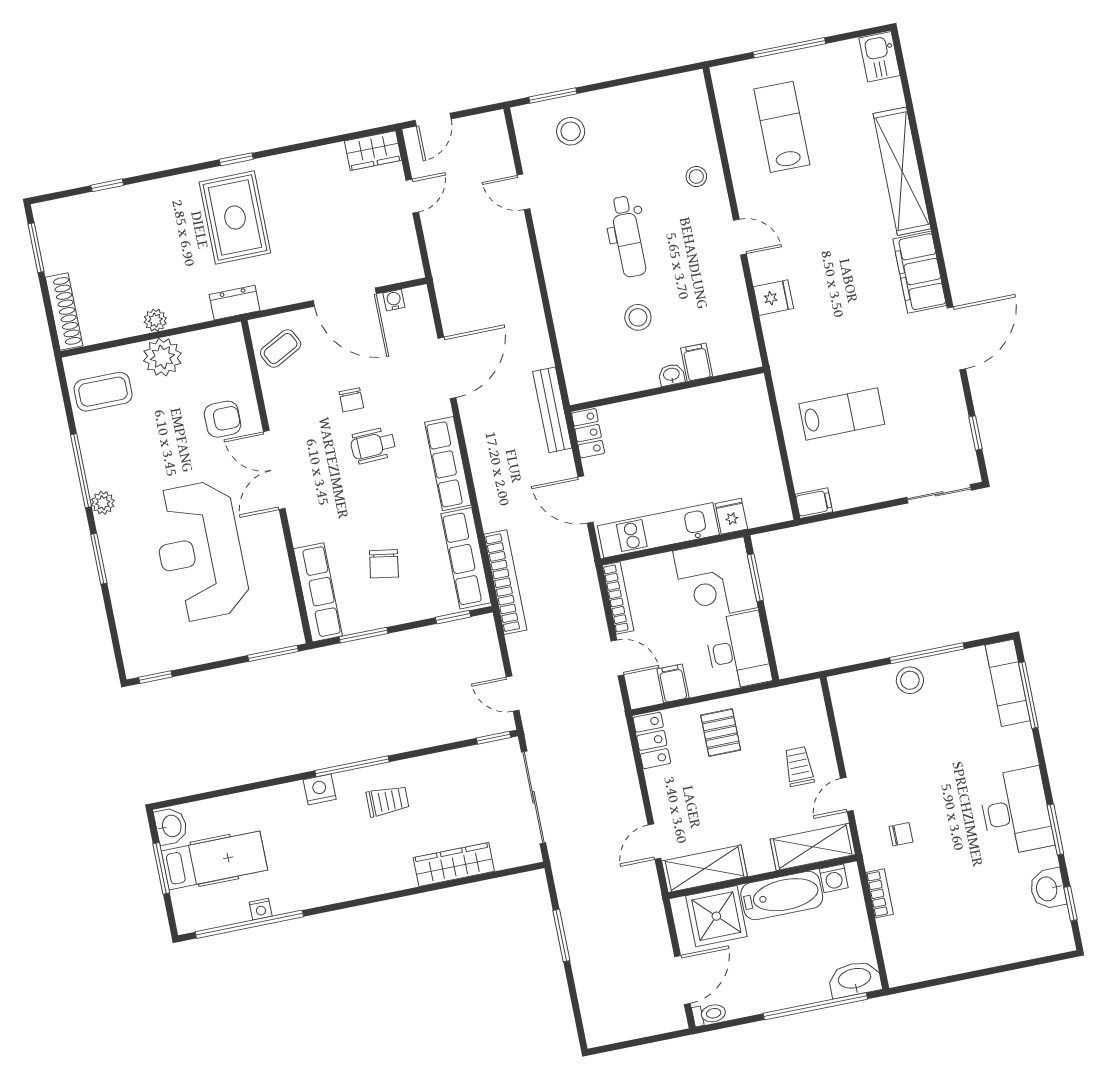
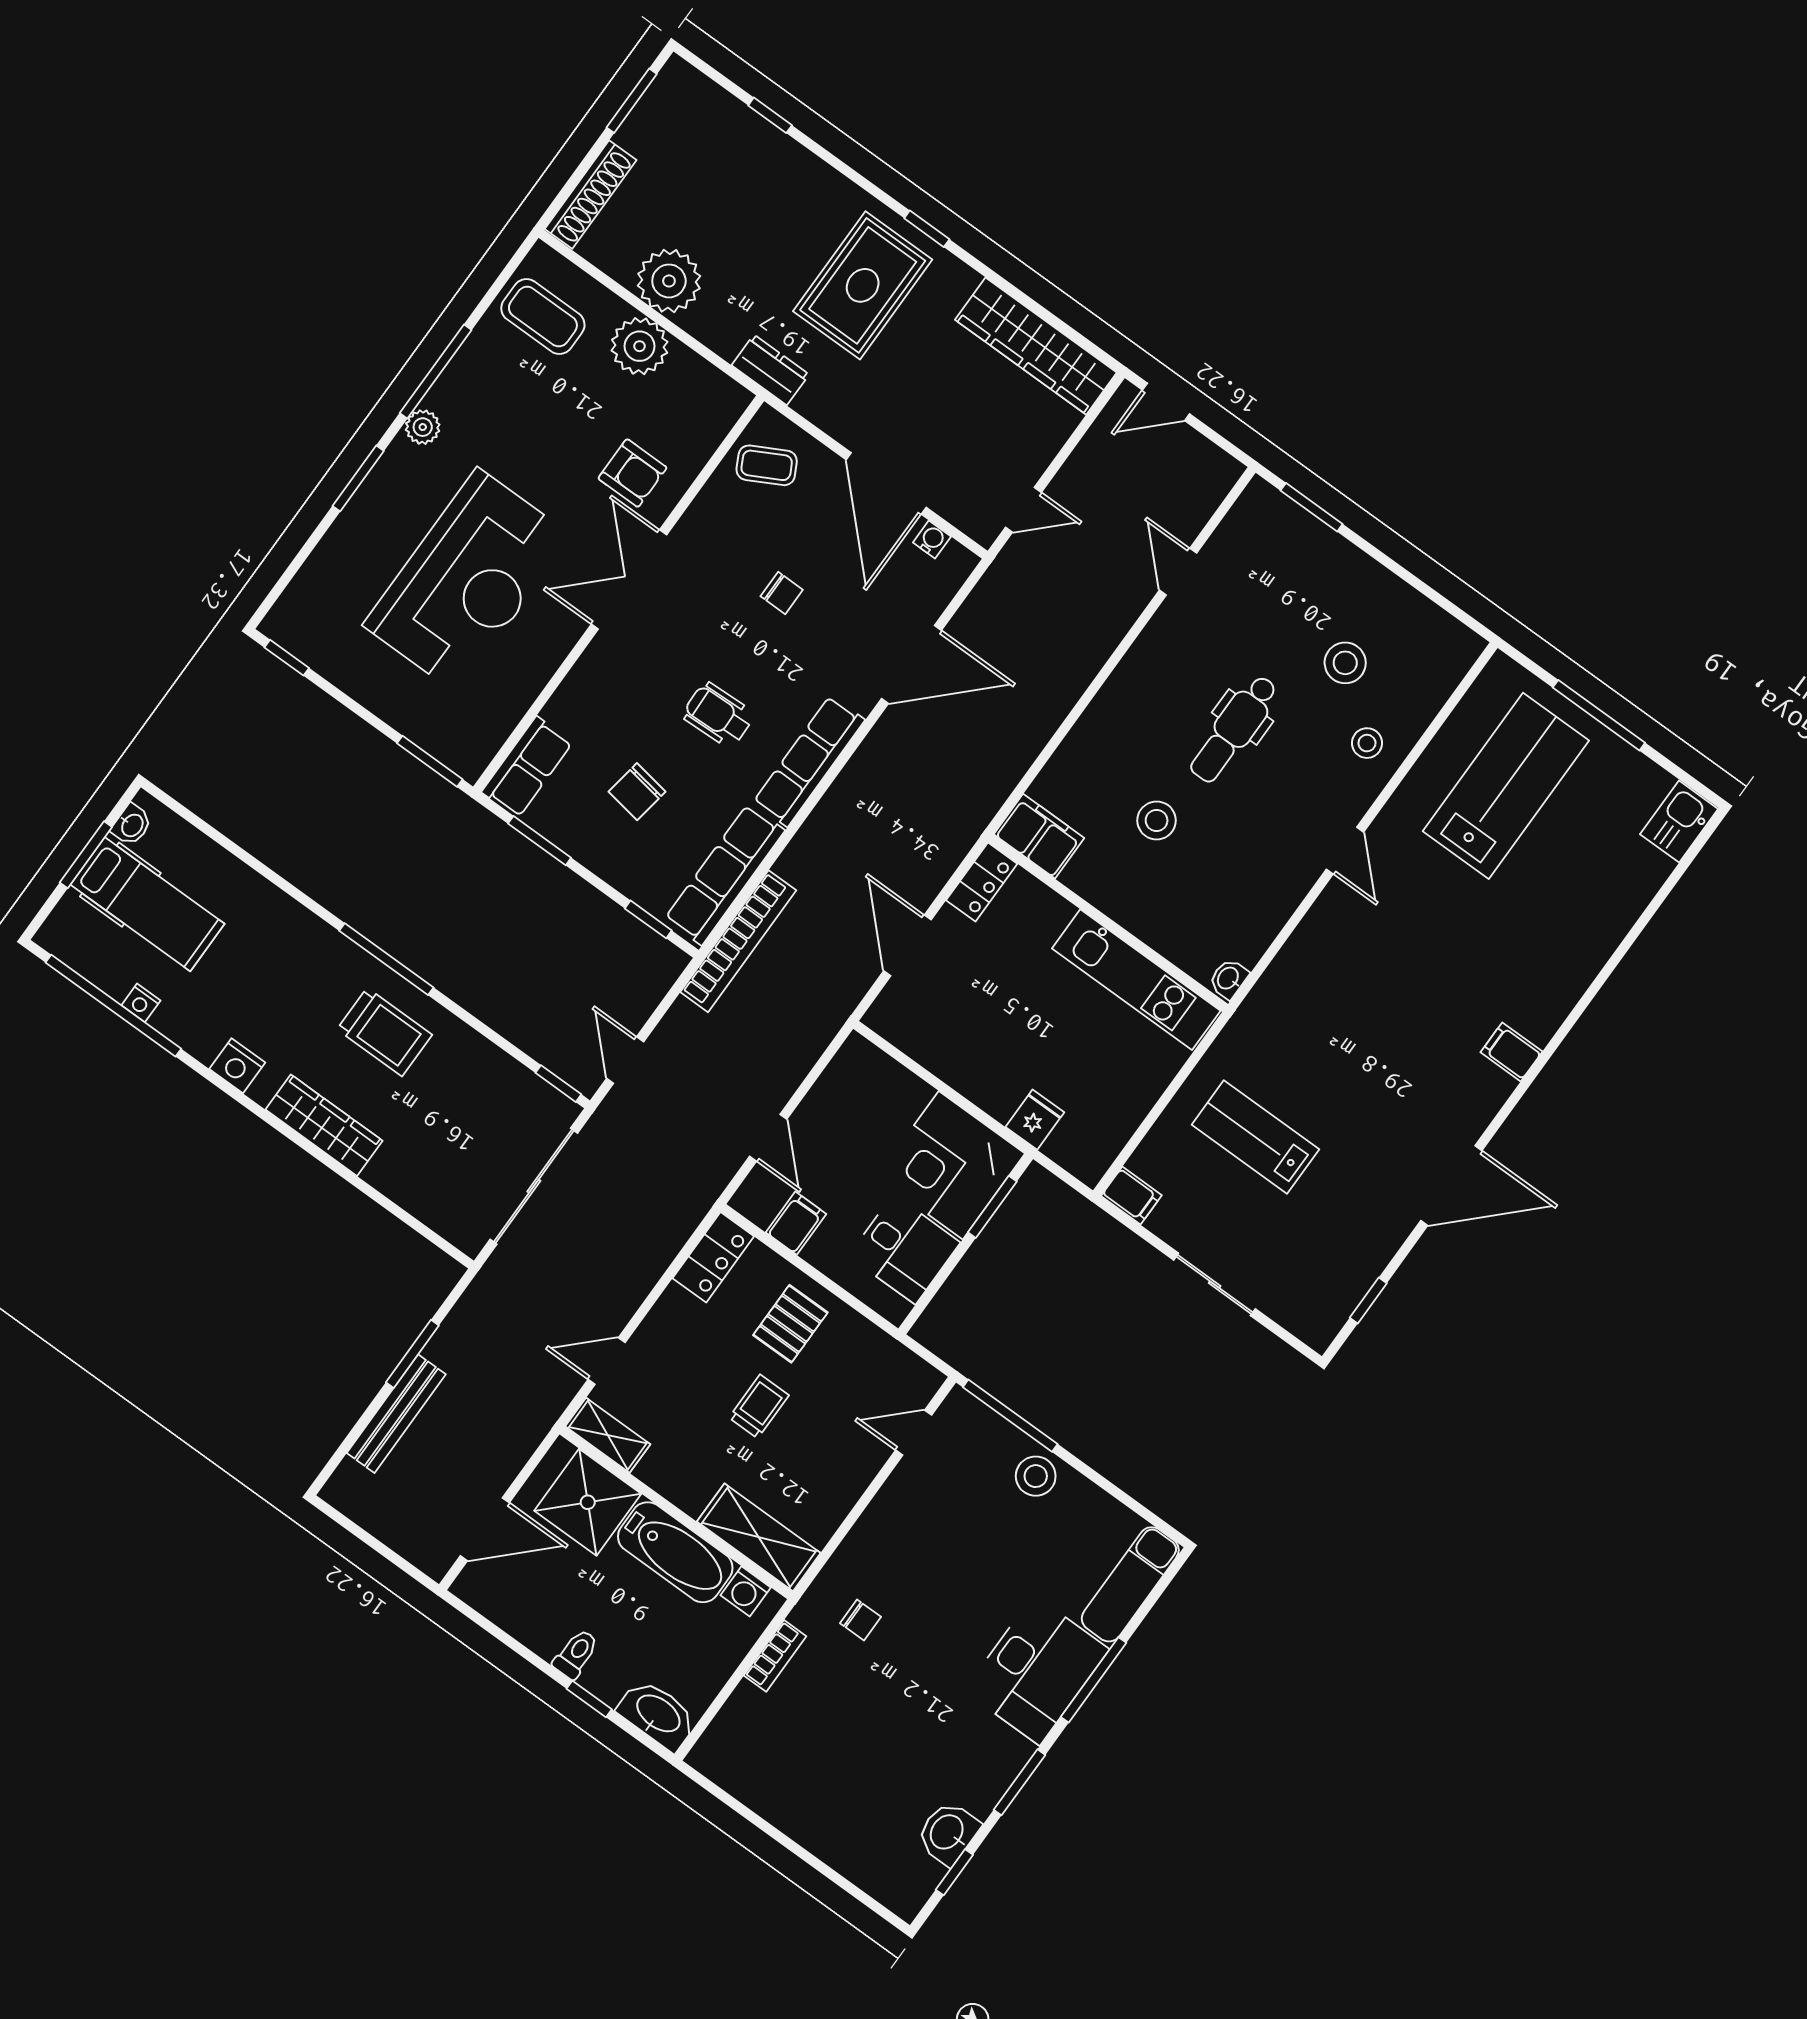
lab bench: (782, 127) -> (1506, 786), width x1.36, depth x1.39
stool: (571, 131) -> (1345, 663), moved
wardrobe: (373, 151) -> (1036, 346), width x2.10, depth x1.17
shelving: (902, 171) -> (1578, 960), removed
door: (412, 196) -> (1023, 510), moved
filing cabinet: (920, 272) -> (1511, 1052), width x0.33, depth x0.86
fridge: (773, 298) -> (1313, 947), removed
plant: (155, 320) -> (669, 281), width x1.88, depth x1.88
filing cabinet: (697, 362) -> (1039, 836), moved, width x2.00
washbasin: (671, 375) -> (1229, 979), moved, turned -90
chair: (351, 400) -> (782, 593), turned -90
bench: (552, 410) -> (396, 1414), moved
lab bench: (842, 414) -> (1255, 1137), turned 180
wheelchair: (373, 445) -> (718, 715), moved
sliding door: (939, 494) -> (1215, 1284), moved
kitchen unit: (658, 530) -> (1136, 980), moved, turned 180
reception desk: (200, 551) -> (467, 580), turned 180
row of seats: (318, 592) -> (527, 767), width x0.68
bookcase: (618, 598) -> (833, 1079), removed
desk: (738, 651) -> (904, 1249), width x0.73
window: (927, 653) -> (1010, 1416), moved
window: (1028, 695) -> (1094, 1680), moved
trolley: (799, 766) -> (759, 1406), moved
nightstand: (320, 789) -> (237, 1066), moved, turned 180
door: (847, 795) -> (914, 1433), moved
trolley: (388, 801) -> (384, 1032), width x1.36, depth x1.39
desk: (1016, 811) -> (1037, 1670), moved
washbasin: (171, 826) -> (132, 825), width x0.72, depth x0.69
wardrobe: (454, 865) -> (324, 1125), moved
shelving: (705, 869) -> (608, 1435), width x0.67, depth x0.75
window: (815, 1006) -> (589, 1699), width x0.32
toilet: (709, 1014) -> (576, 1654), moved, turned -90

